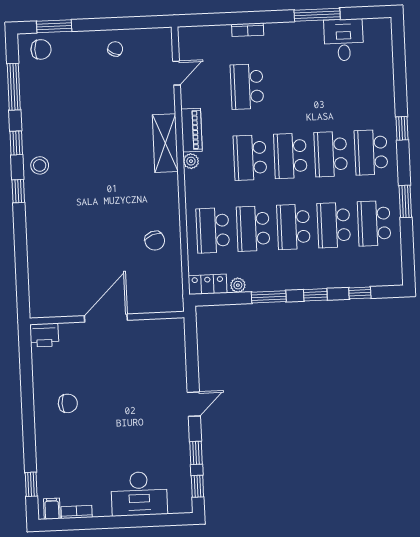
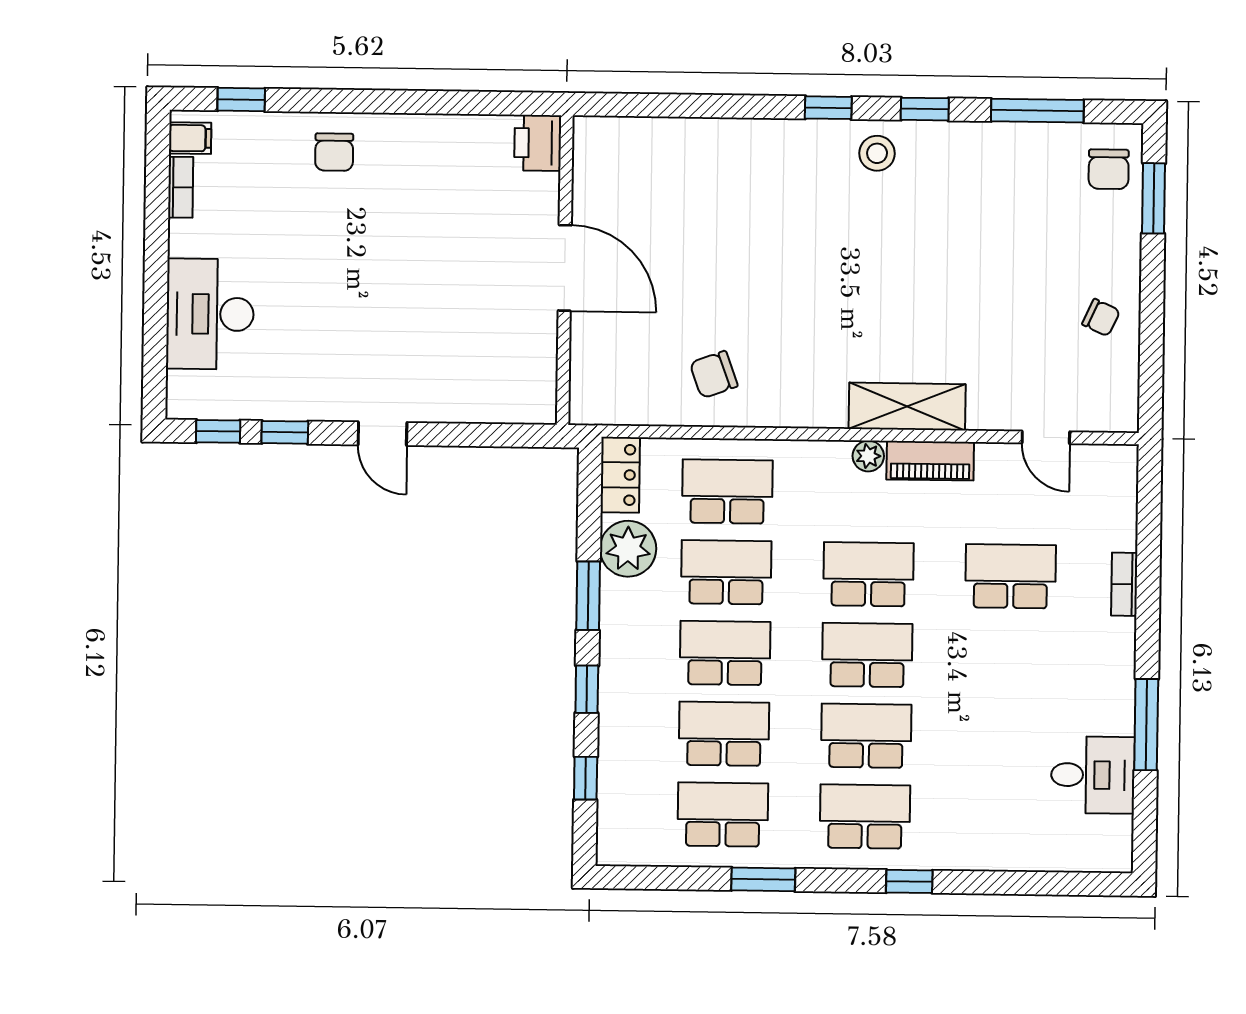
plant: (238, 285) -> (628, 549), width x1.87, depth x1.87
chair: (68, 403) -> (334, 152), moved

